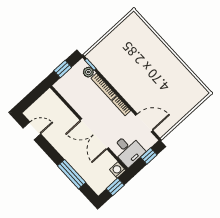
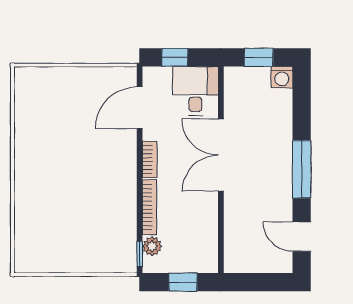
door: (144, 123) -> (140, 108), hinge flipped
double door: (94, 134) -> (221, 155), swing flipped
washing machine: (118, 170) -> (282, 77), moved
window: (72, 174) -> (302, 169), moved

